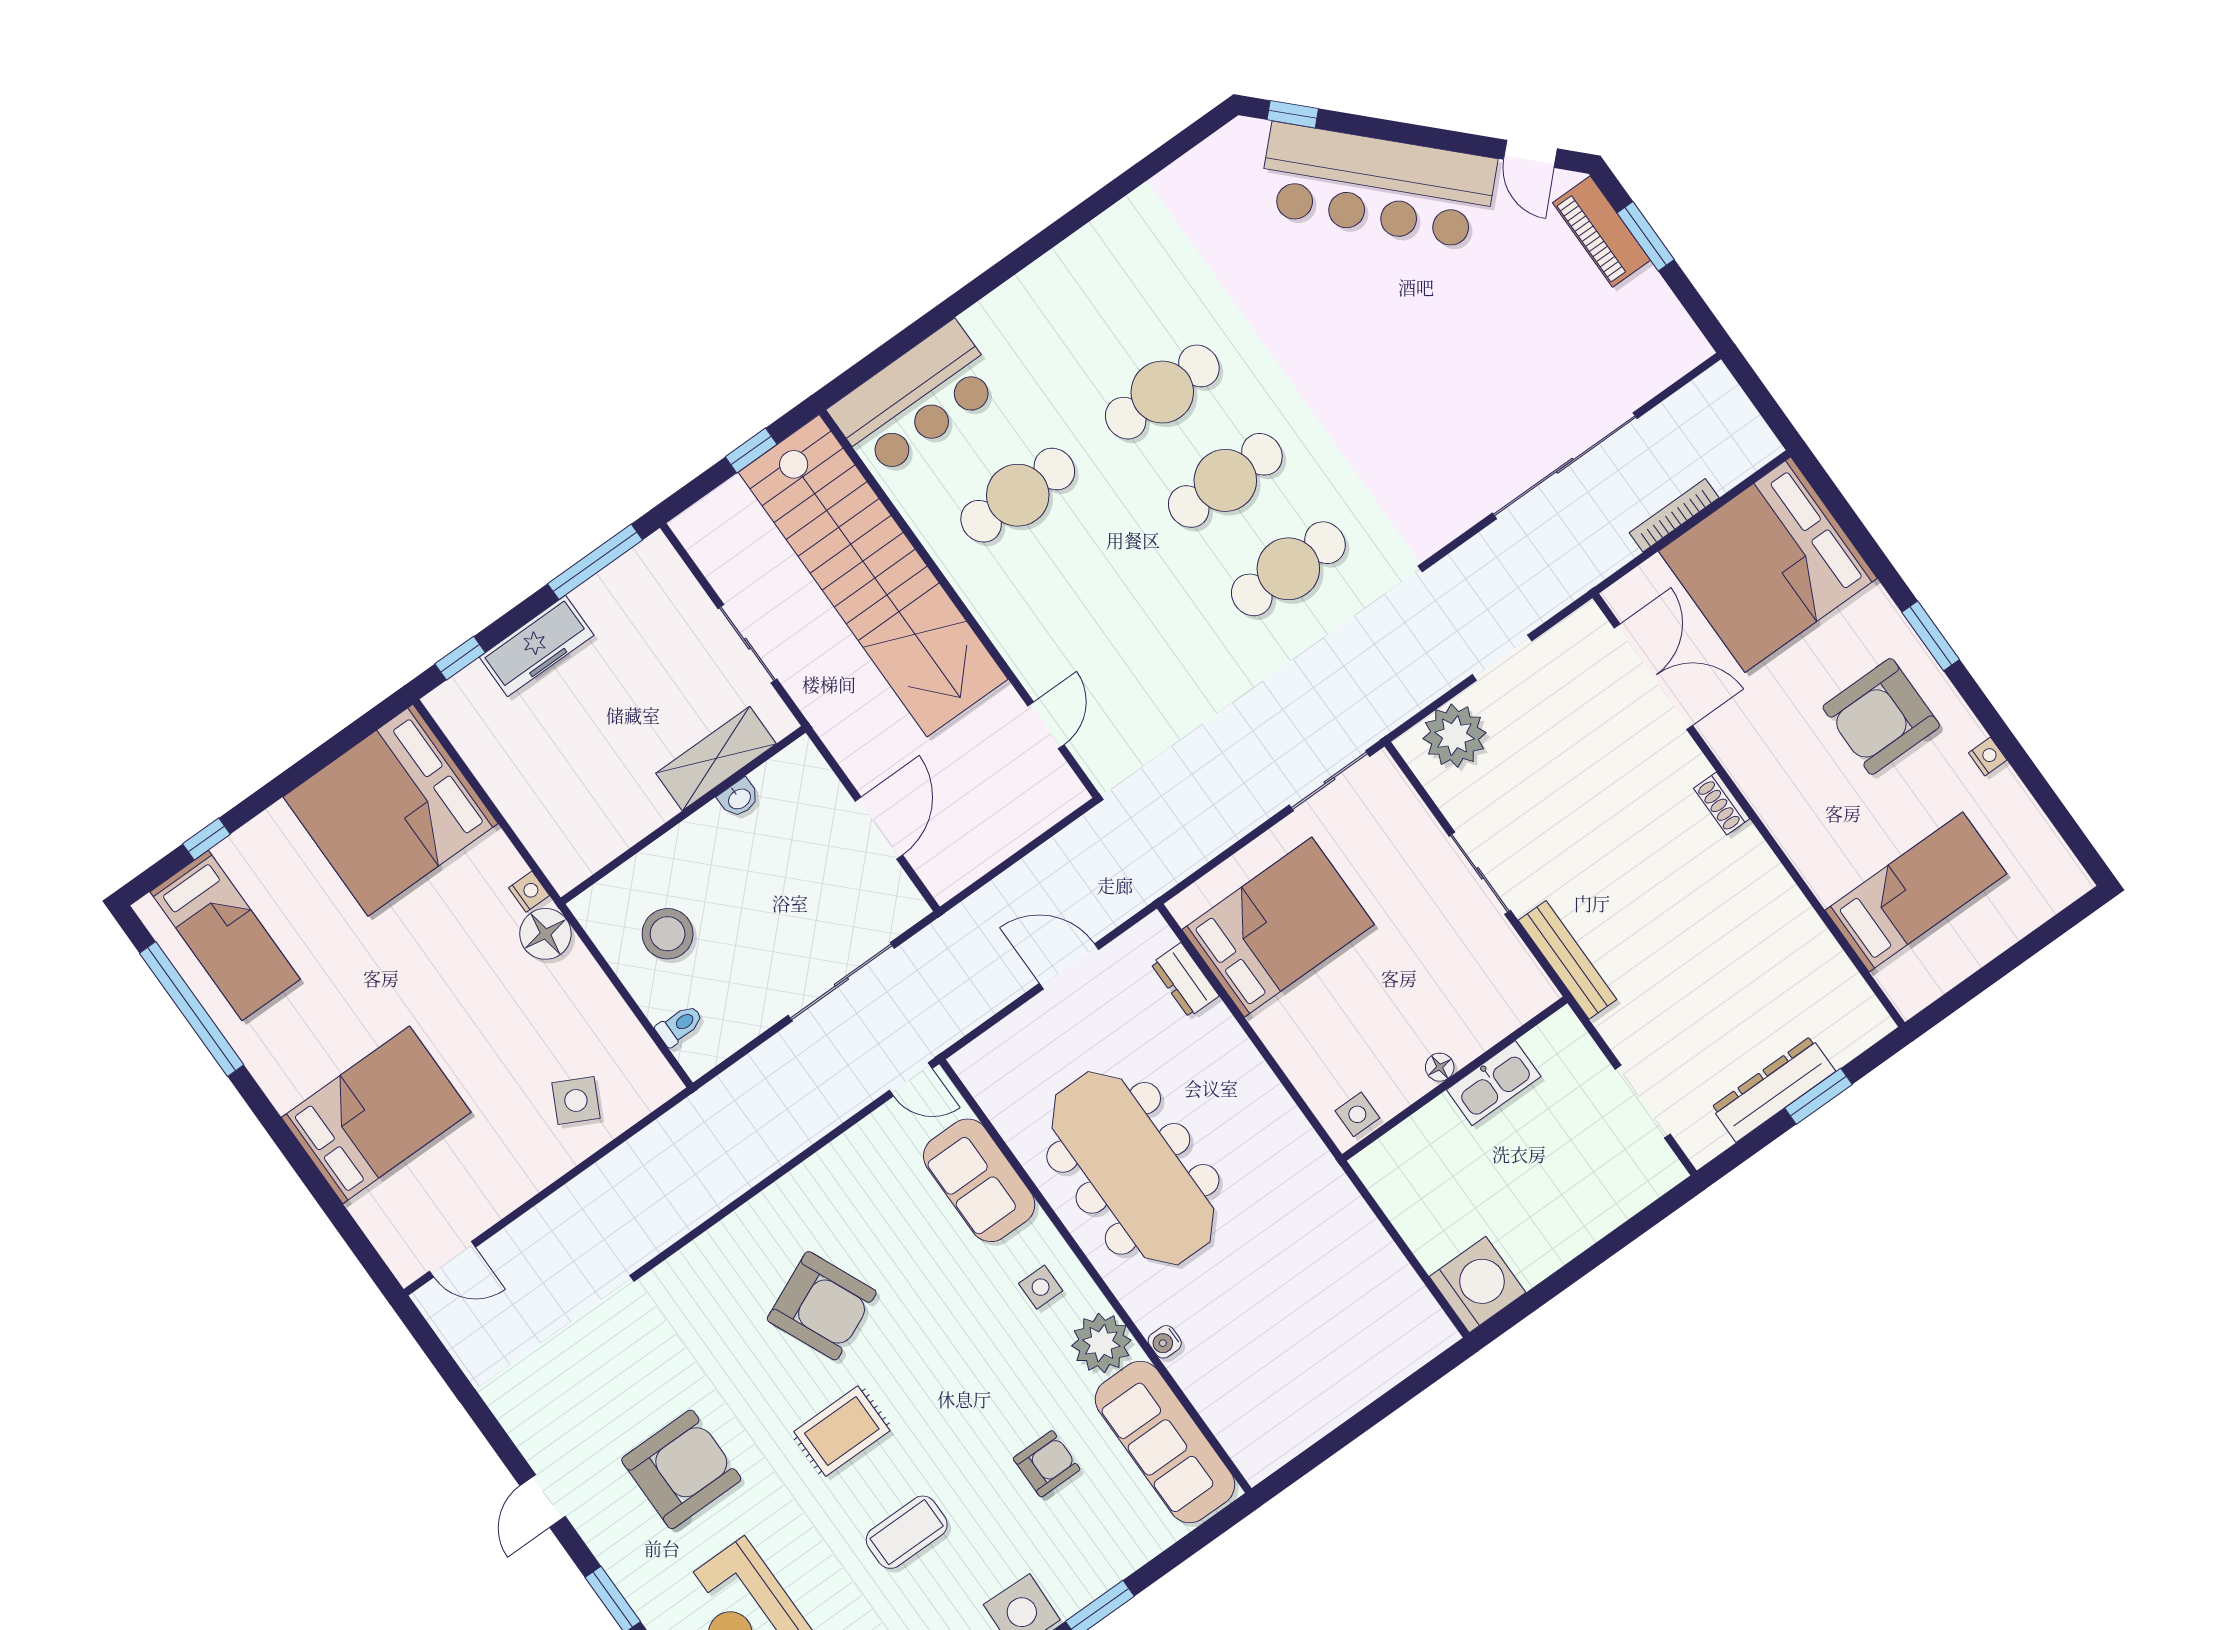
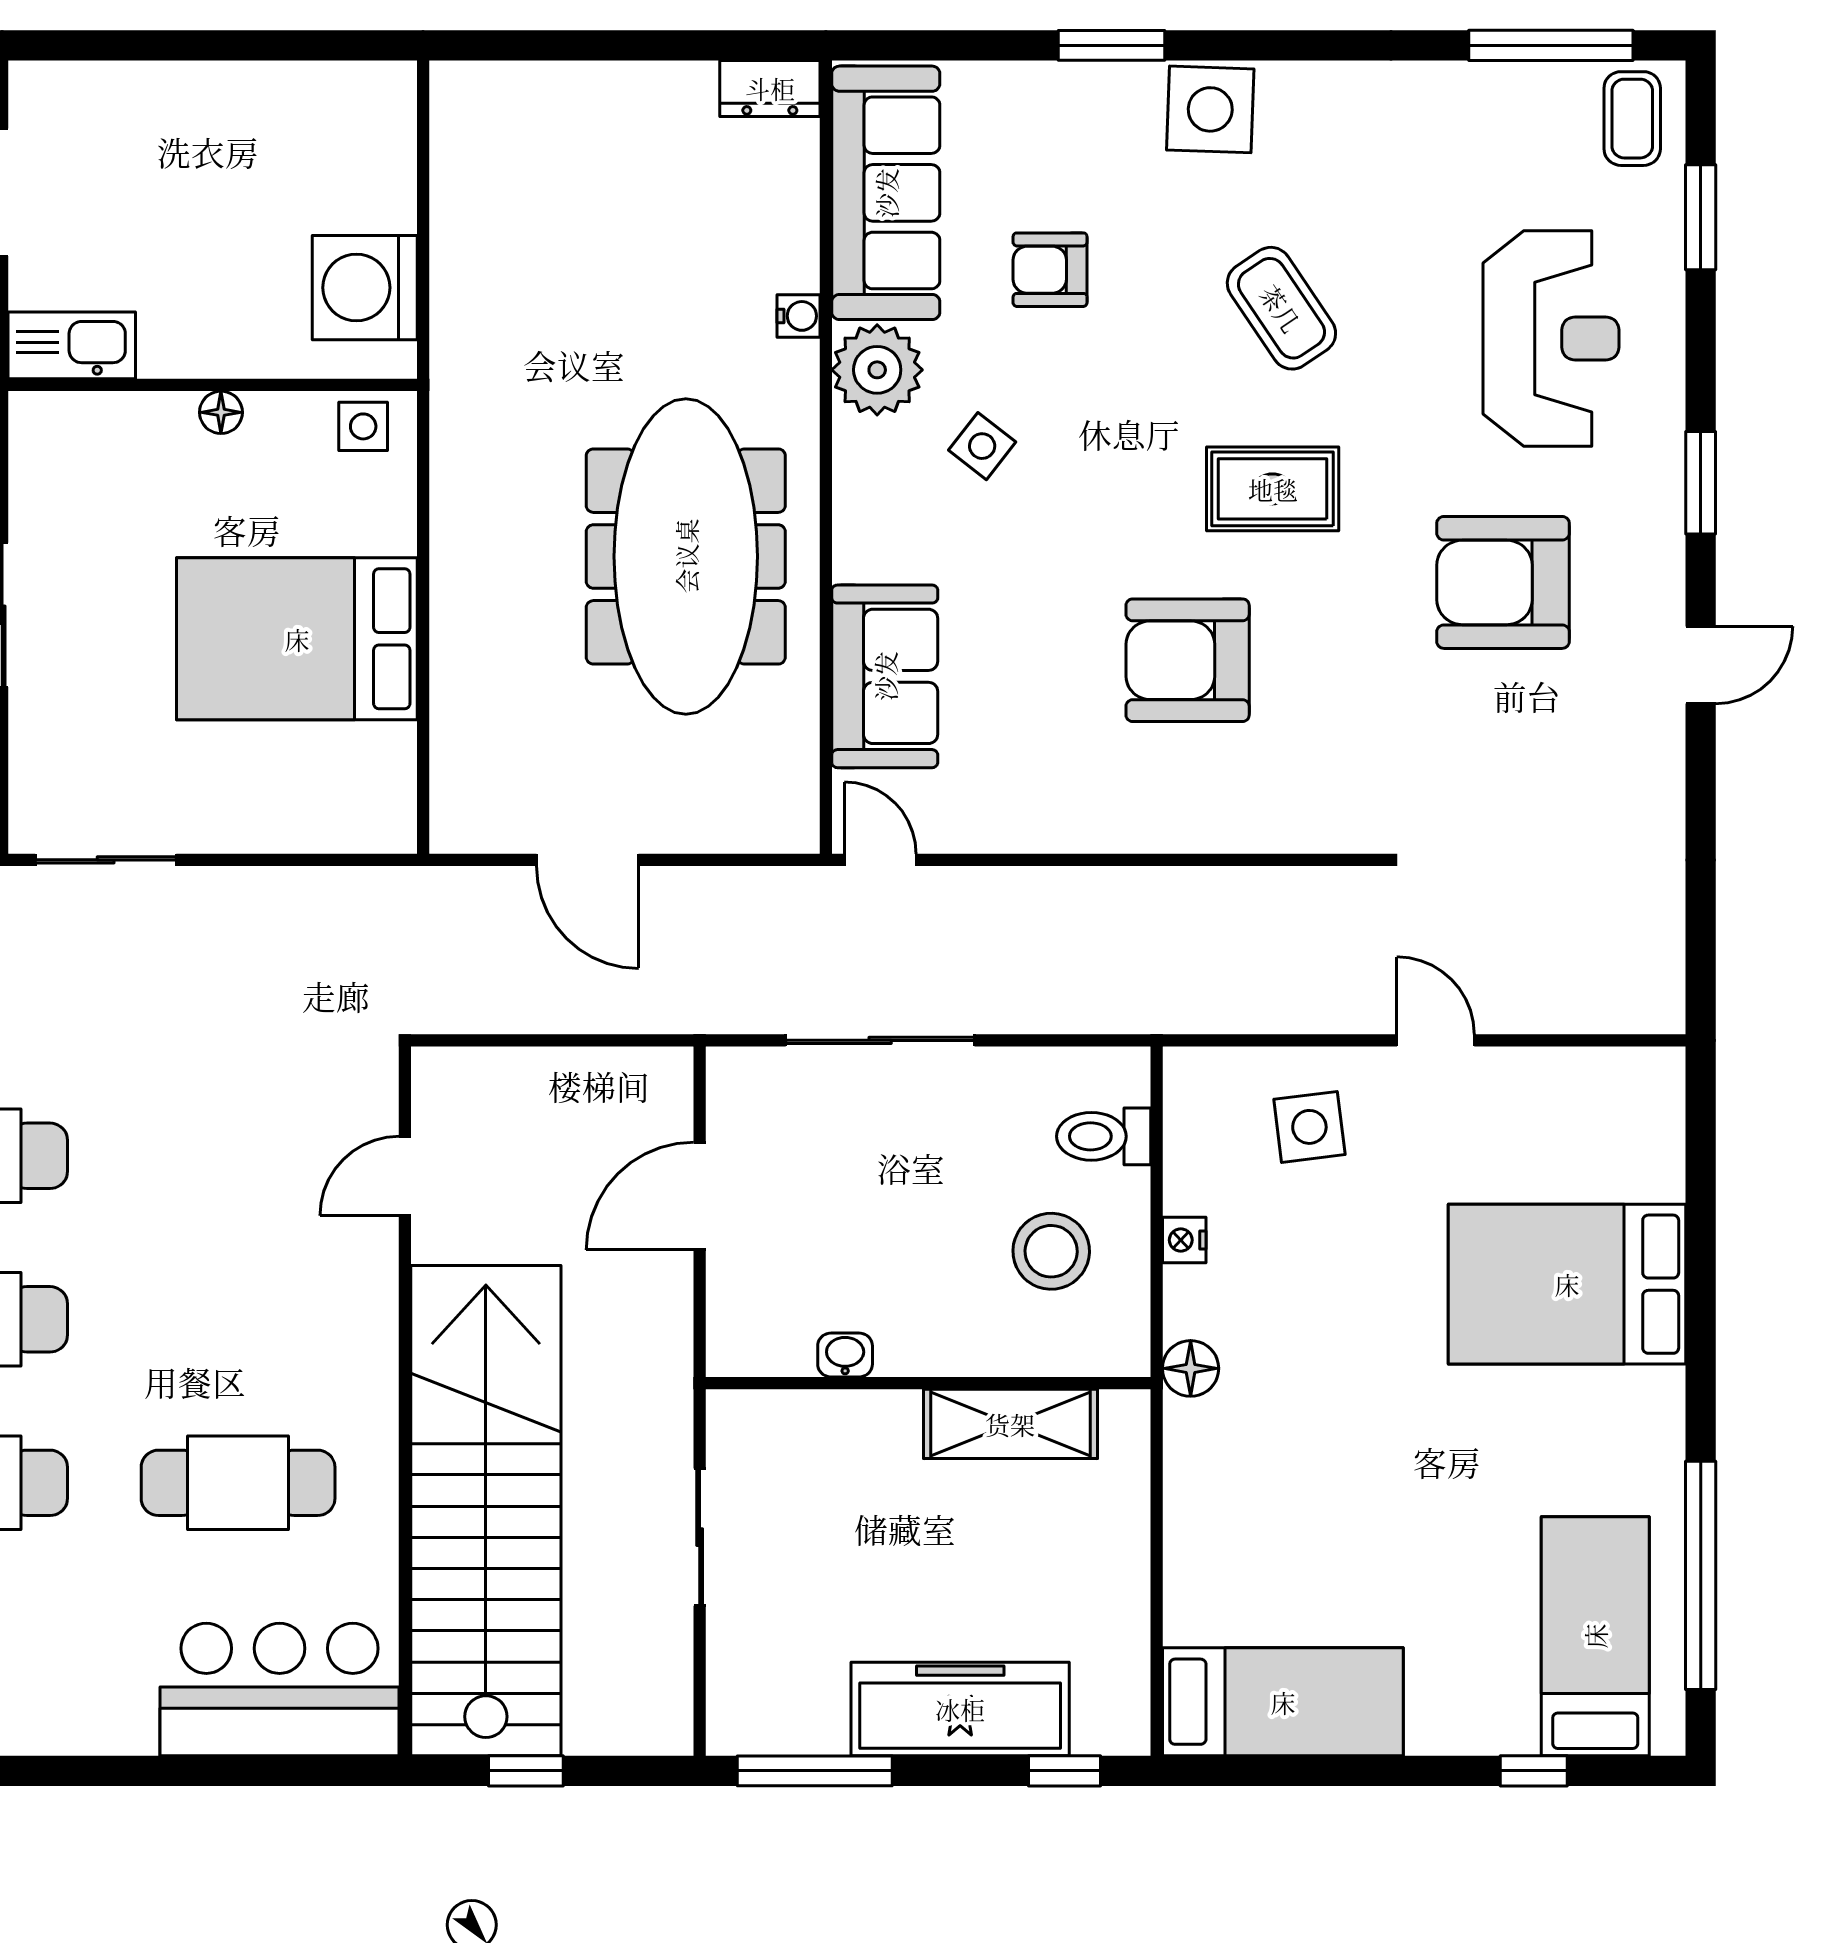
freezer: (537, 646) -> (960, 1709), width x1.36, depth x1.26
shelving: (716, 759) -> (1010, 1424), moved
bed: (391, 810) -> (1283, 1702), width x0.49
nightstand: (529, 892) -> (1184, 1240), moved
bed: (1278, 927) -> (297, 639), moved
floor lamp: (545, 934) -> (1191, 1368), width x0.73, depth x0.73
dresser: (1185, 980) -> (770, 88), moved, turned 90
toilet: (679, 1025) -> (1104, 1136), width x1.37, depth x1.39
kitchen sink: (1494, 1083) -> (72, 345), moved
side table: (576, 1100) -> (1309, 1127), turned -34
door: (452, 1259) -> (1436, 1040), moved
washing machine: (1478, 1285) -> (365, 288), moved
side table: (1041, 1287) -> (982, 446), moved, turned 38
armchair: (822, 1306) -> (1188, 660), turned -66
coffee table: (907, 1532) -> (1281, 308), turned 56

